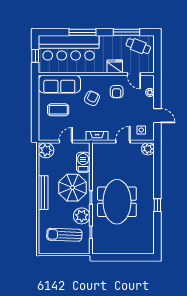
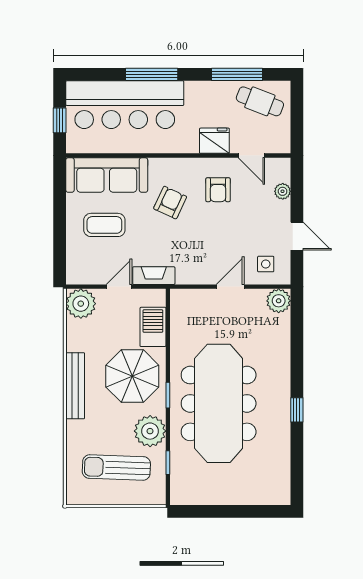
fireplace: (97, 136) -> (154, 276), moved
meeting table: (117, 202) -> (219, 403), width x1.36

